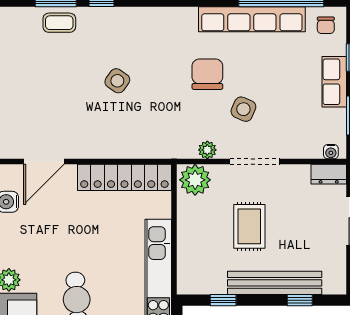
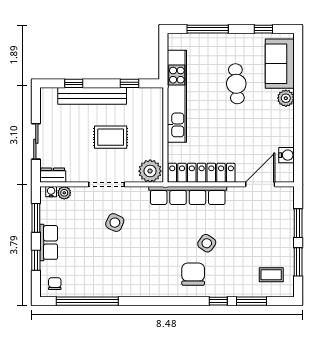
row of seats: (252, 19) -> (188, 195), moved, turned 180
coffee table: (59, 23) -> (271, 275), moved
chair: (207, 74) -> (193, 274), moved, turned 180
plant: (207, 150) -> (64, 193), moved
rug: (249, 226) -> (111, 137), turned 90

